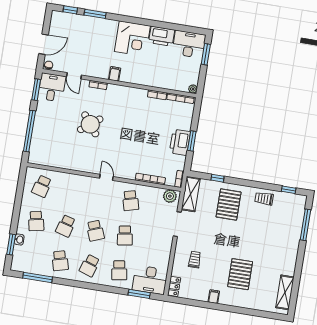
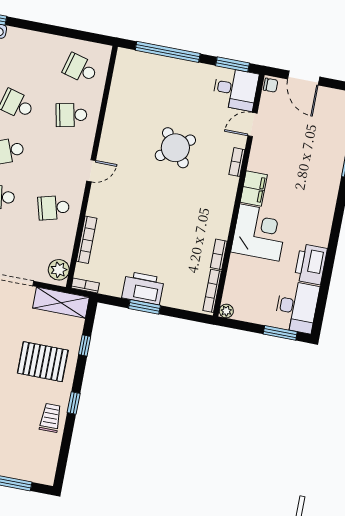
corner desk: (132, 39) -> (259, 233), moved, turned 180
filing cabinet: (115, 74) -> (254, 189), width x2.00
window: (289, 190) -> (74, 403), moved
school desk: (36, 221) -> (71, 115), moved

